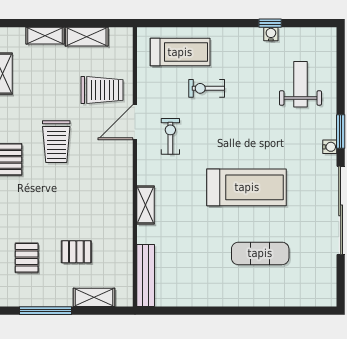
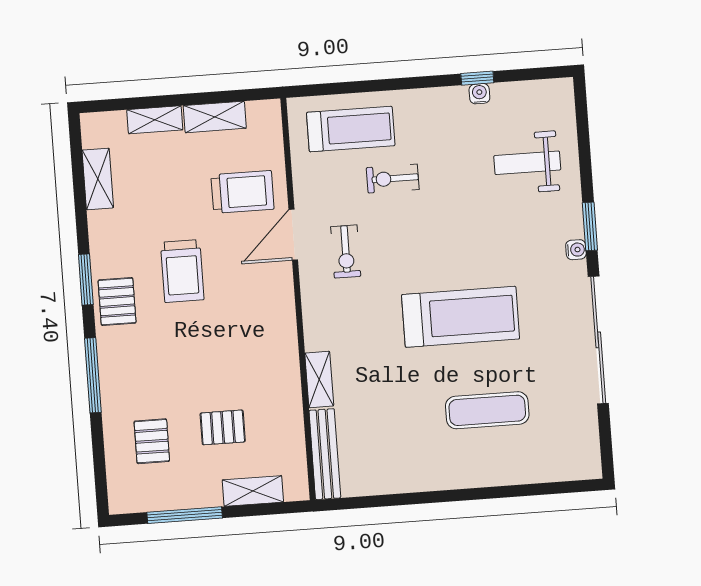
weight bench: (300, 84) -> (527, 163), turned -90
exercise bike: (170, 136) -> (346, 252), turned 180
shelving: (146, 205) -> (319, 380), moved

